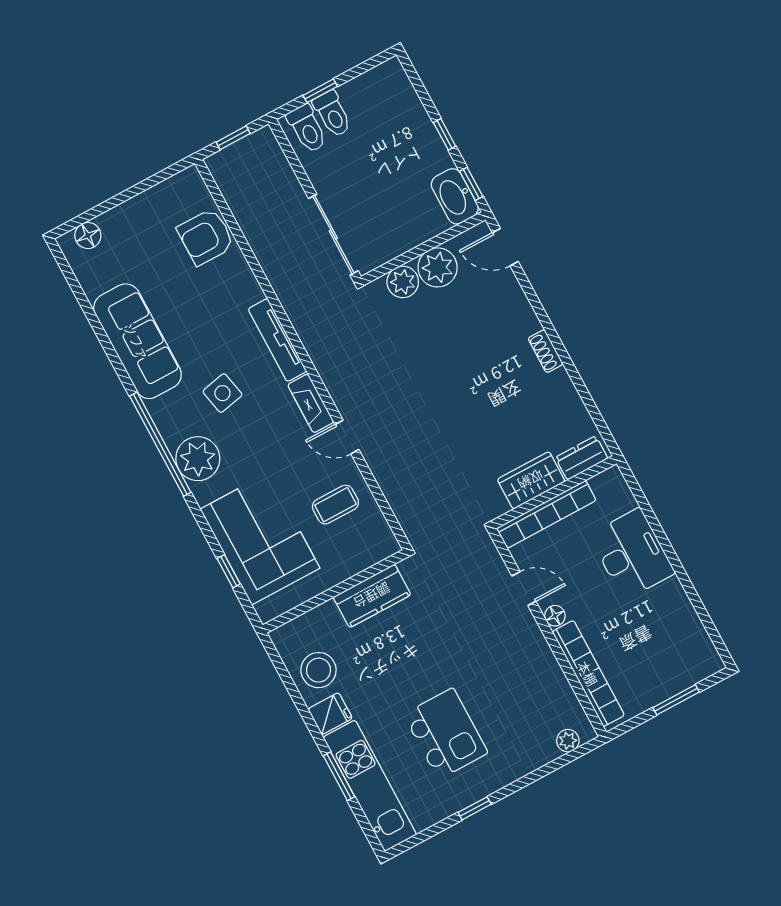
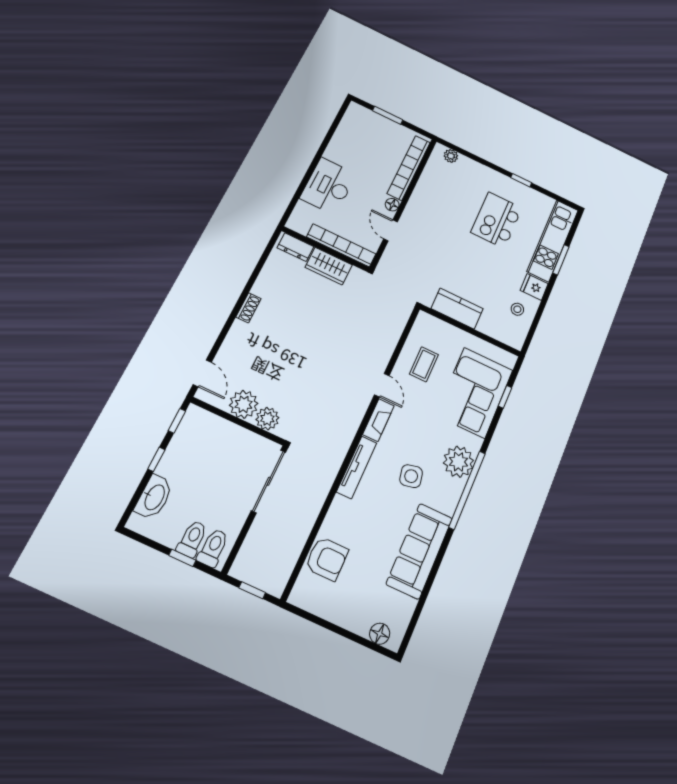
washbasin: (455, 196) -> (154, 497), moved
coffee table: (335, 505) -> (424, 364), turned 90
stool: (319, 670) -> (517, 309), width x0.53, depth x0.53

